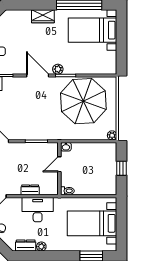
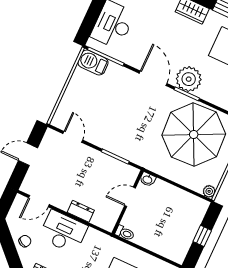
plant: (58, 69) -> (189, 79), width x1.87, depth x1.87
desk: (38, 210) -> (63, 232), moved

